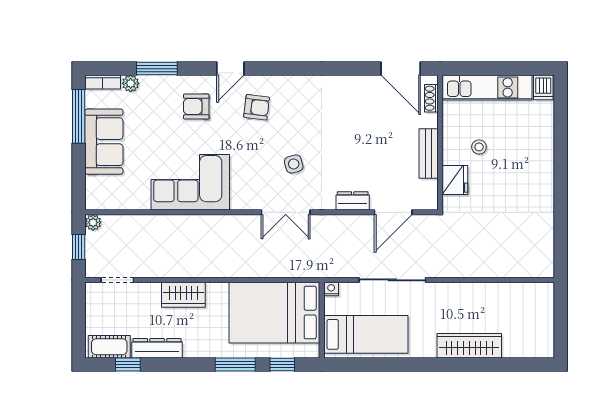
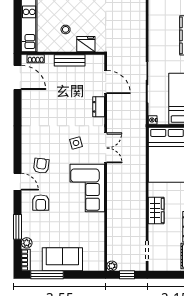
door: (401, 69) -> (18, 77), hinge flipped
corner sofa: (190, 182) -> (87, 188), moved

